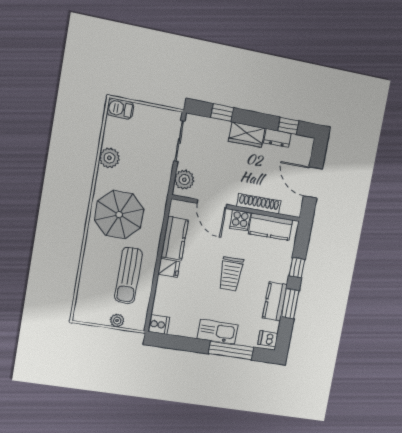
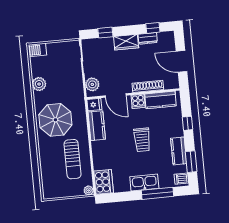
fridge: (169, 268) -> (94, 105), moved
window: (290, 304) -> (191, 162), moved
plant: (117, 321) -> (89, 190), moved
cooker: (159, 324) -> (104, 182), width x1.87, depth x1.31

